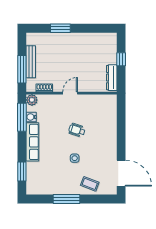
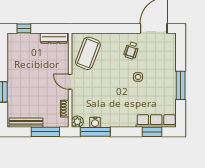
window: (121, 59) -> (24, 28), moved
bench: (31, 62) -> (26, 123), moved
wheelchair: (77, 130) -> (131, 50), moved
row of seats: (32, 142) -> (156, 121), moved
coffee table: (90, 184) -> (88, 53), moved, width x1.86, depth x1.72

